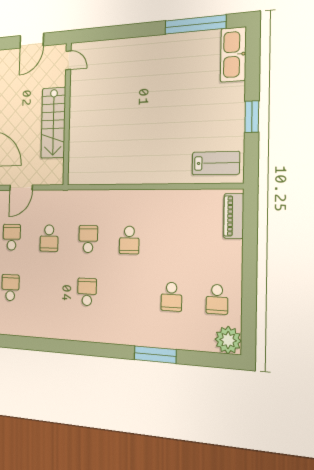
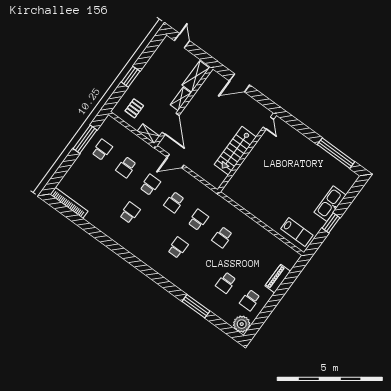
kitchen sink: (233, 54) -> (330, 204), moved
door: (68, 60) -> (268, 123), moved
wall: (67, 114) -> (247, 152), moved
stairs: (53, 123) -> (235, 151), moved
piano: (234, 216) -> (278, 279), moved

